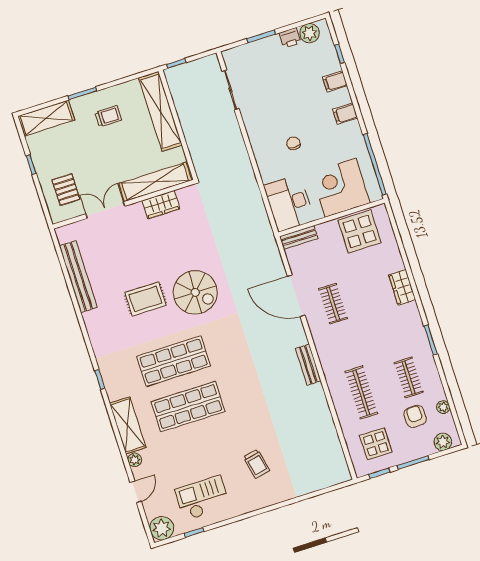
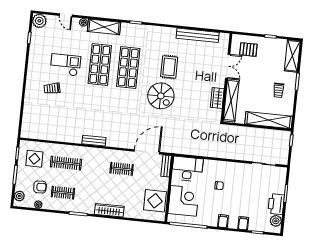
printer: (290, 38) -> (276, 204), width x1.87, depth x1.48
wardrobe: (402, 287) -> (109, 210), width x1.50
spiral stairs: (195, 292) -> (161, 96), turned -90
door: (296, 296) -> (147, 152), moved
checkout: (202, 498) -> (66, 65), moved, turned -90

